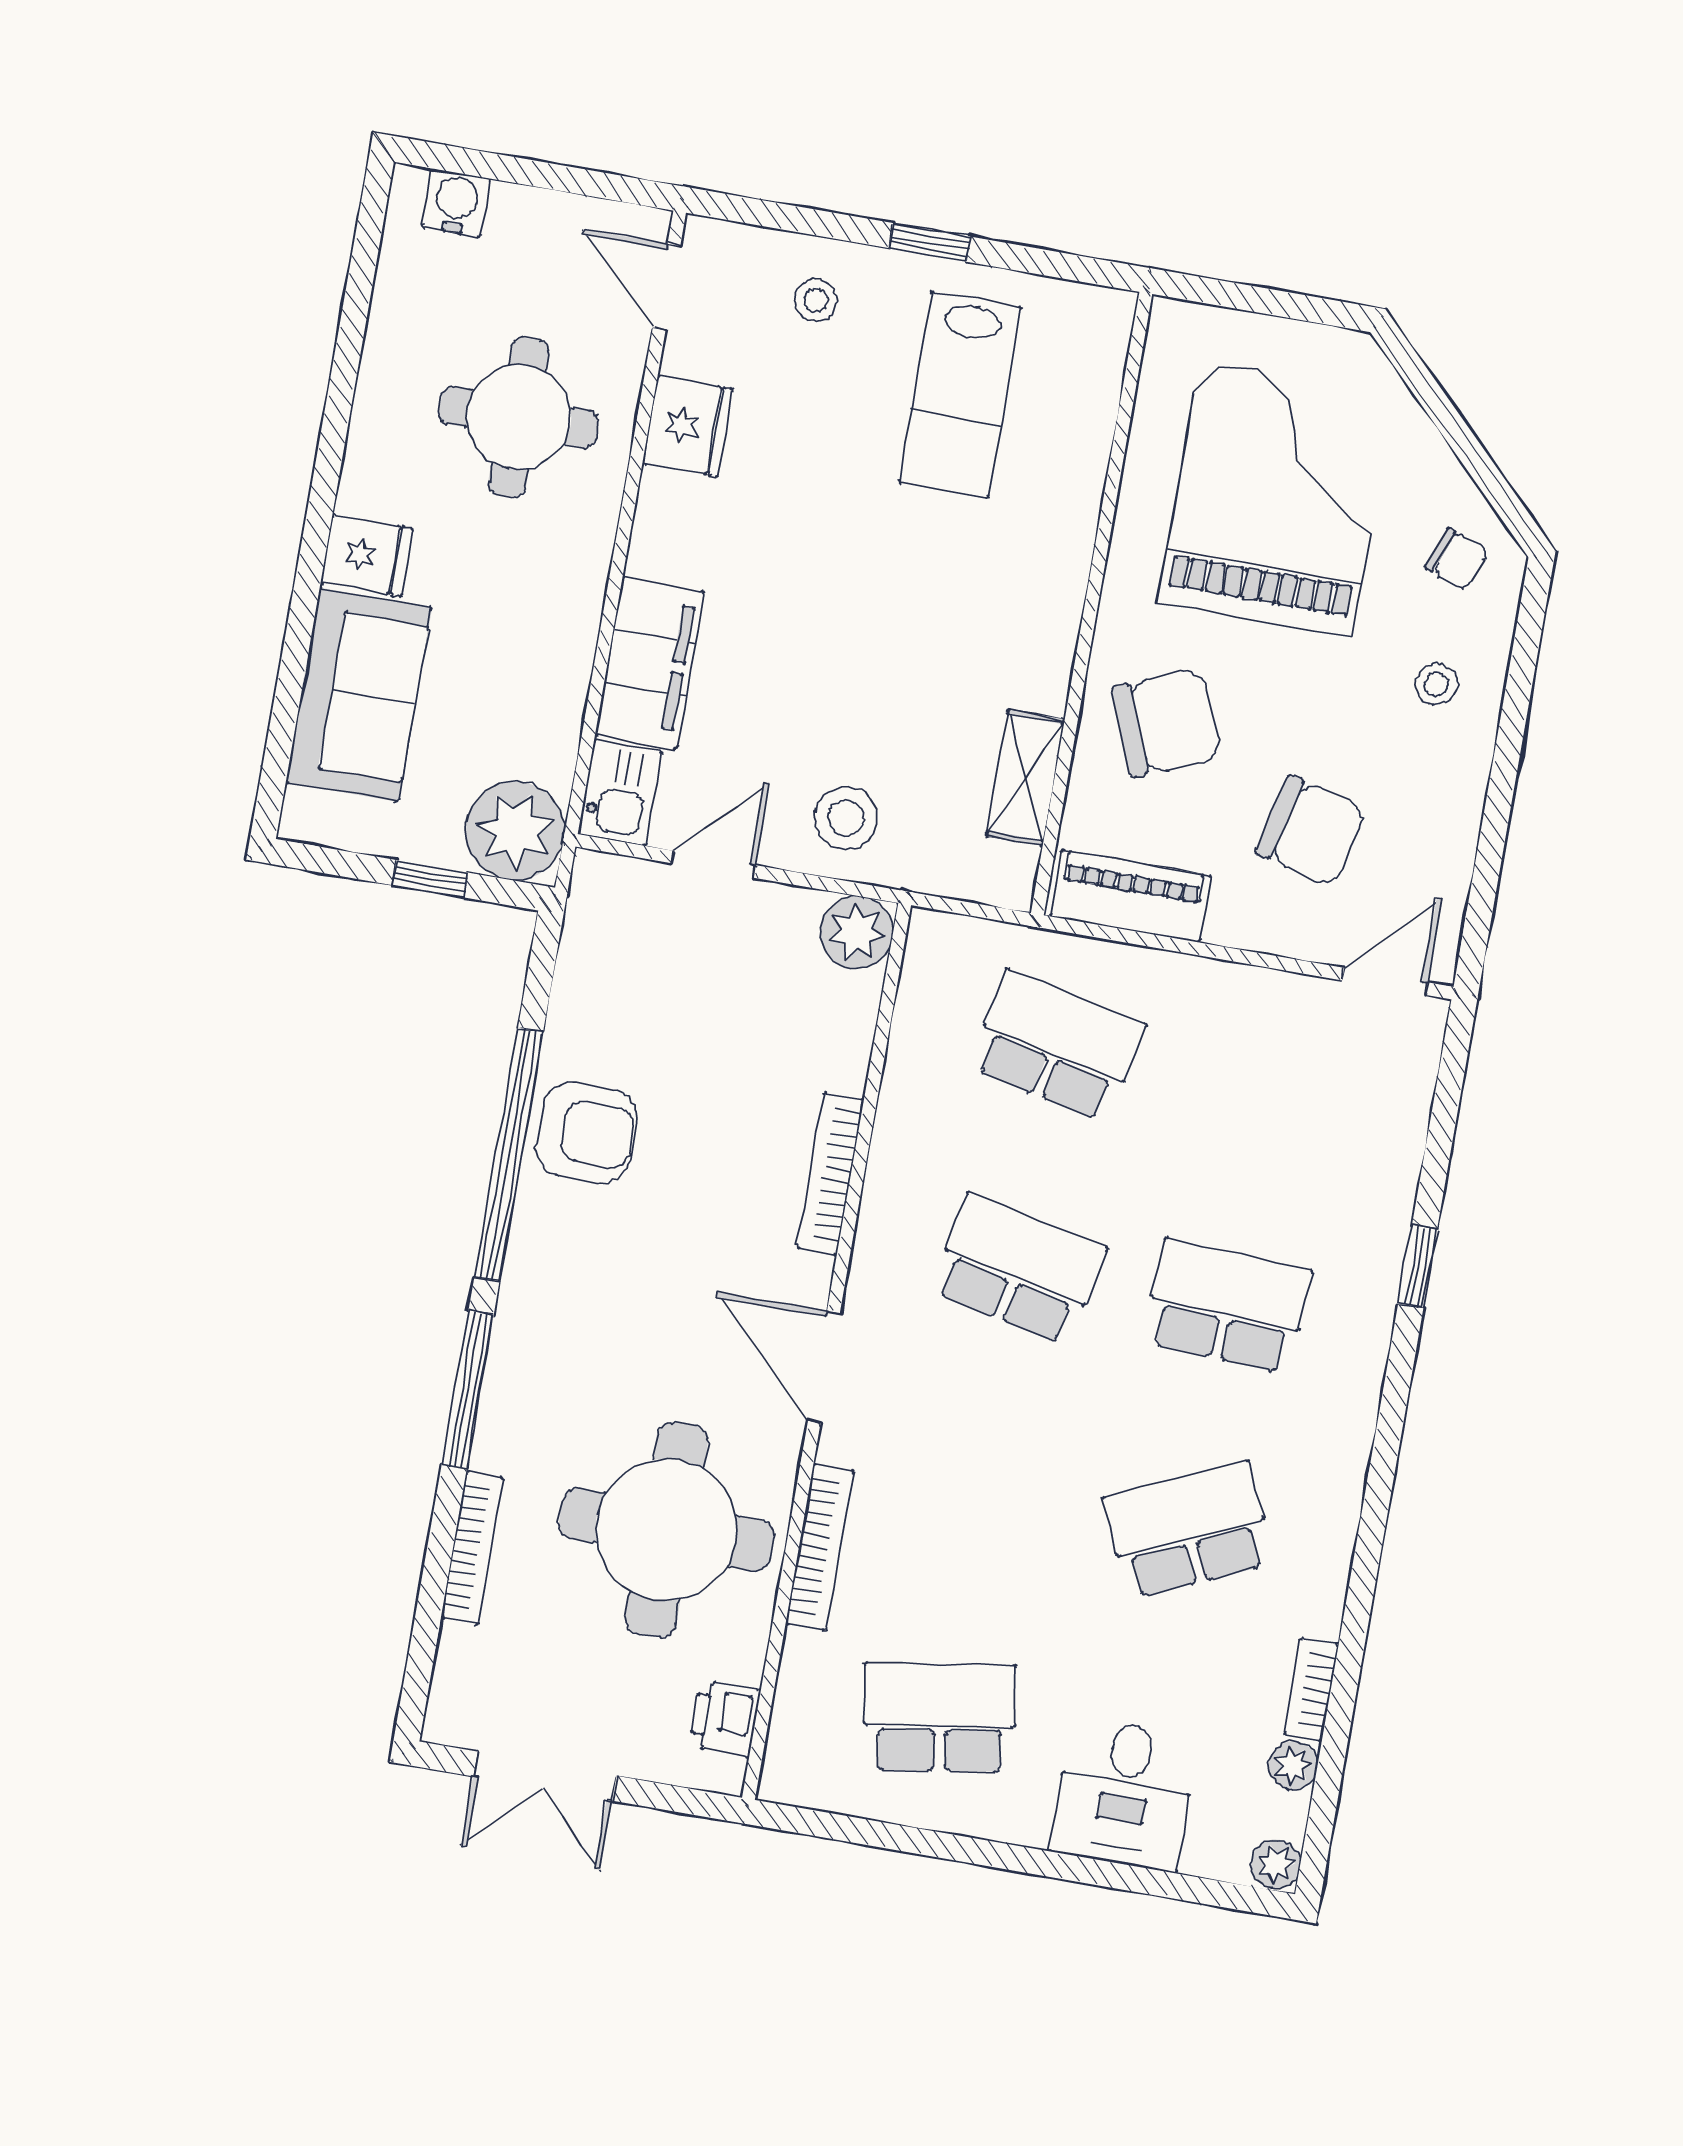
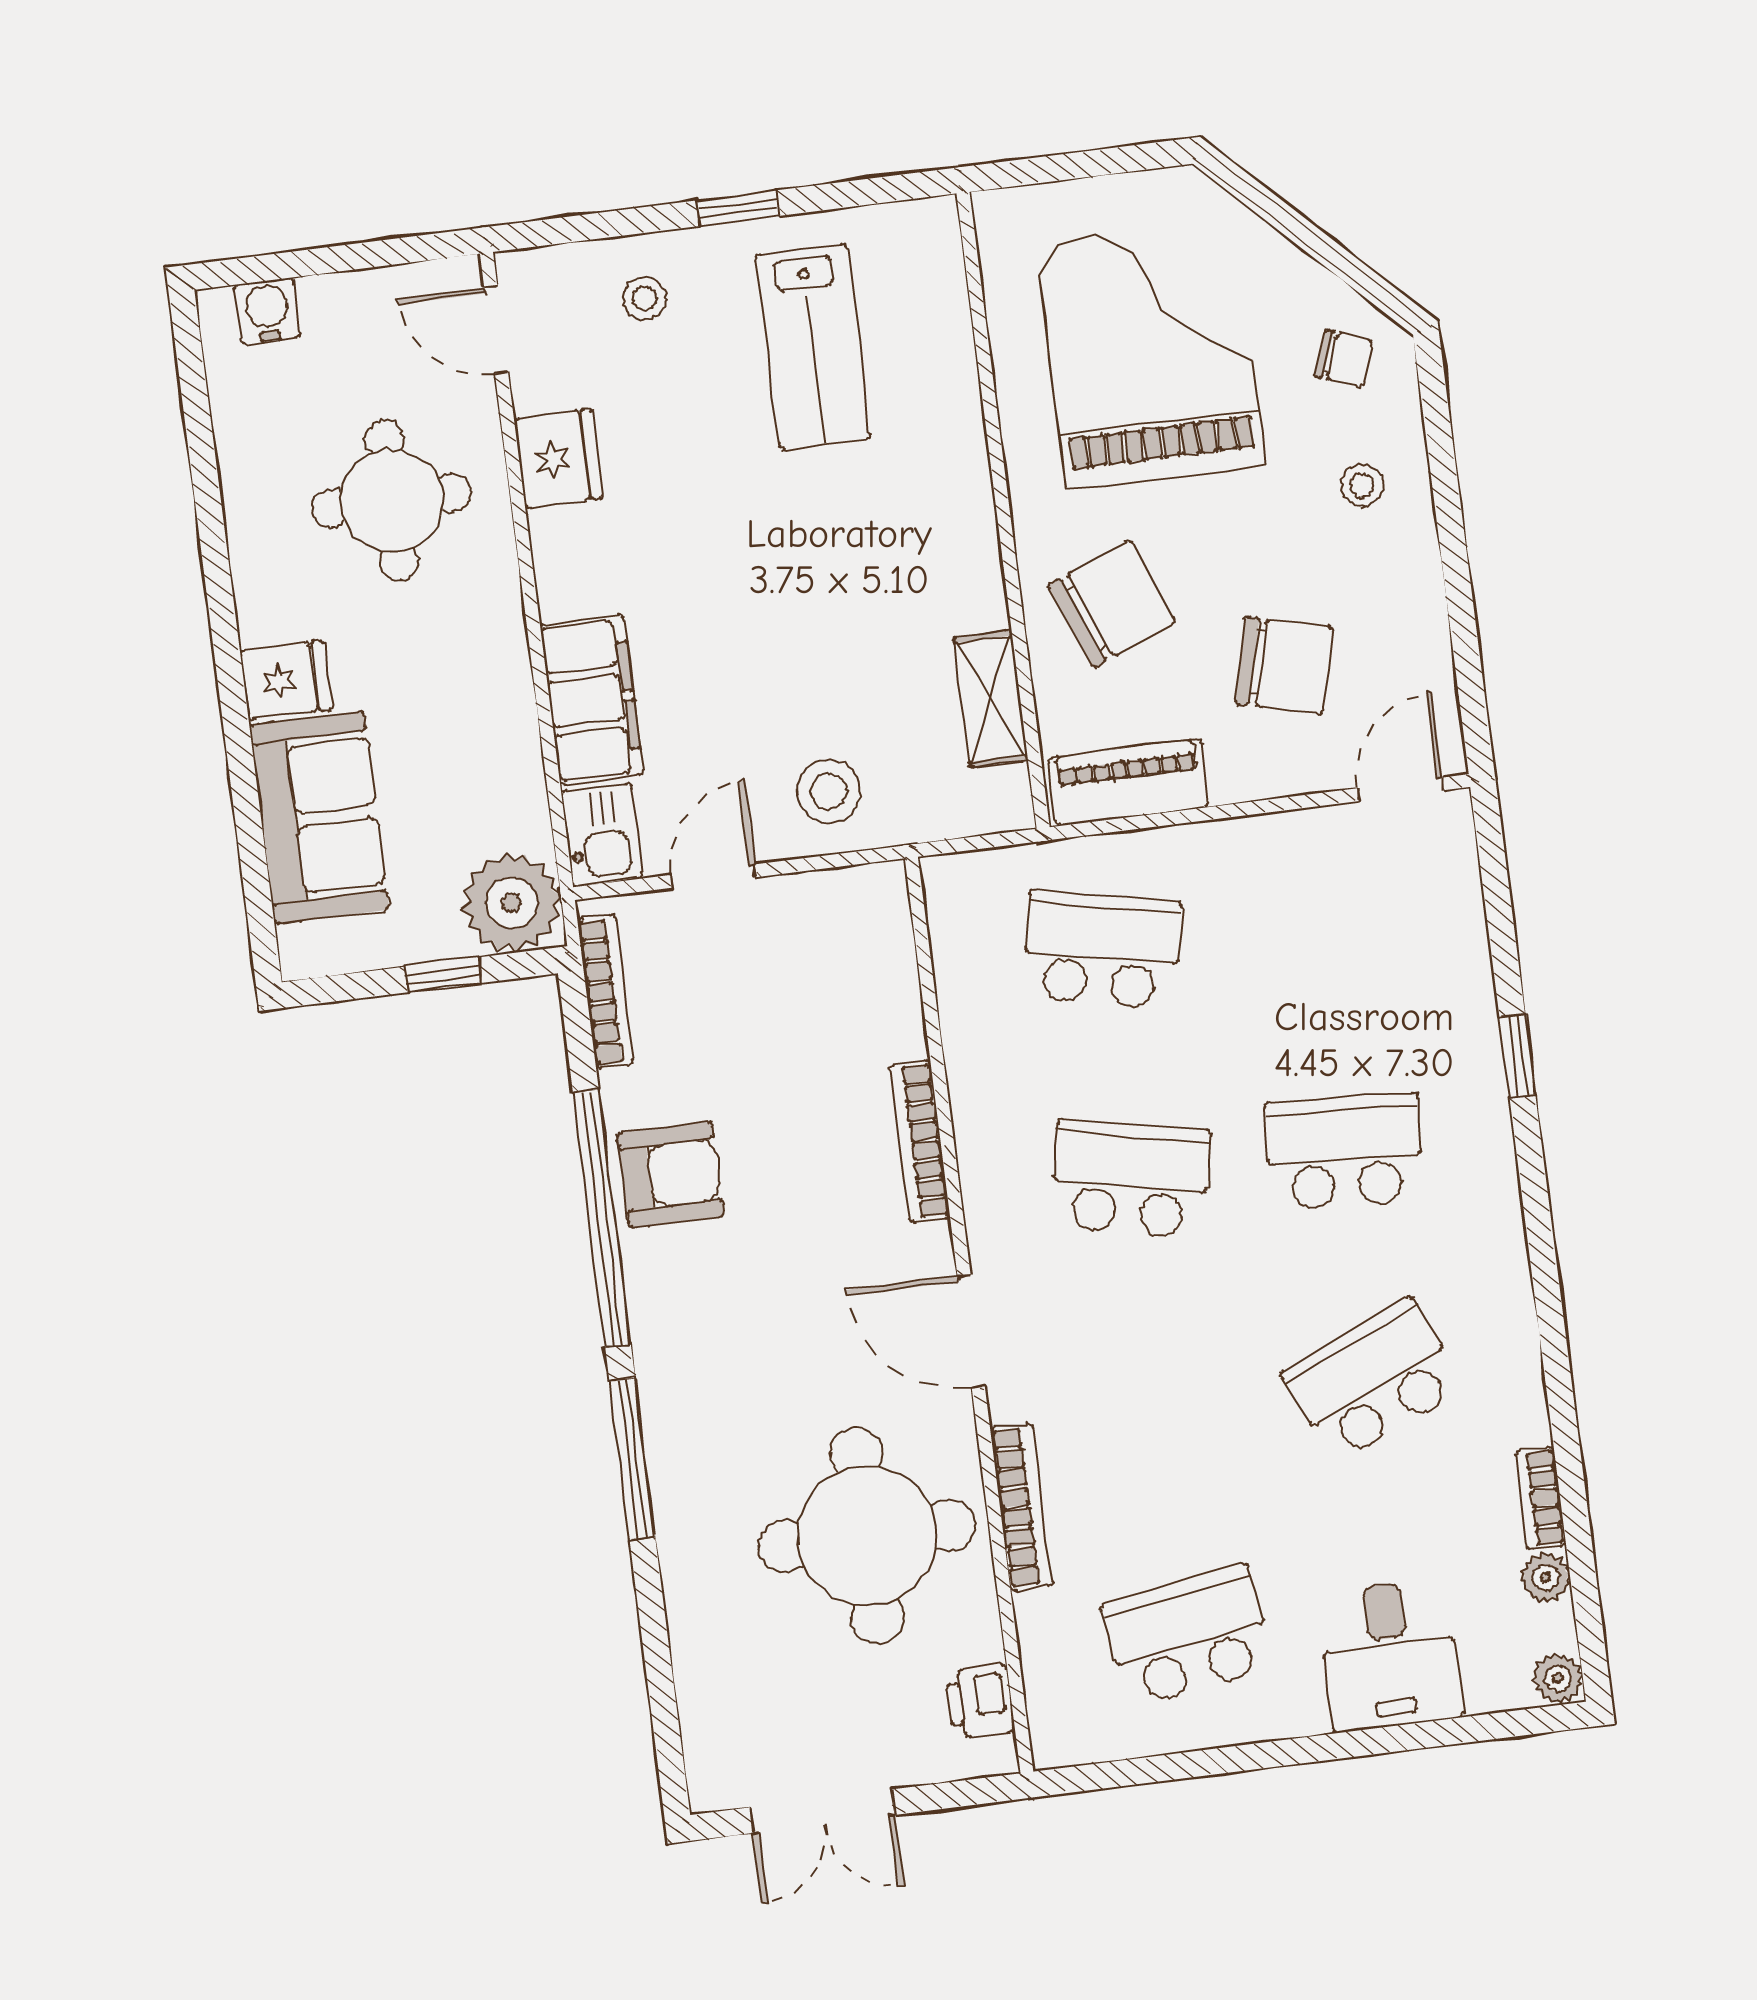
plant: (857, 932) -> (873, 899), removed
bookcase: (472, 1548) -> (606, 991), moved

